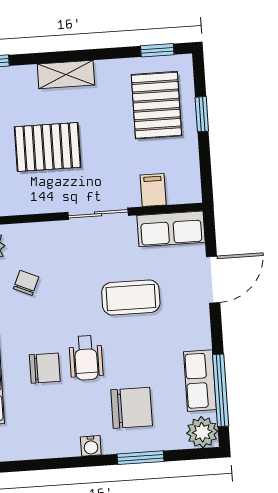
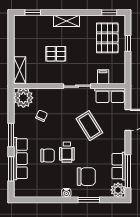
pallet: (48, 147) -> (56, 54), width x0.67, depth x0.71
coffee table: (131, 298) -> (89, 126), turned 58

